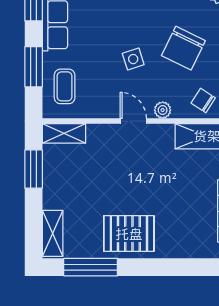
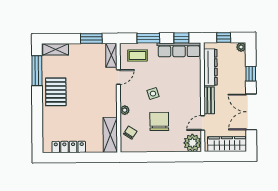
chair: (183, 48) -> (159, 121), turned 64
door: (133, 121) -> (118, 77), moved

